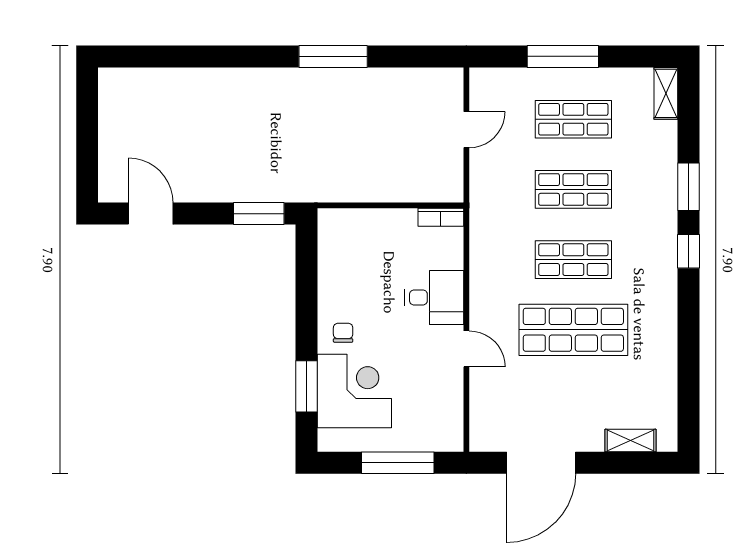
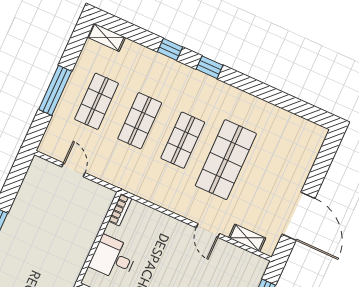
window: (688, 187) -> (170, 49), width x0.67
desk: (434, 297) -> (113, 258), moved, turned -90
door: (466, 349) -> (208, 231), swing flipped
shelving: (630, 441) -> (247, 238), moved, turned 90

